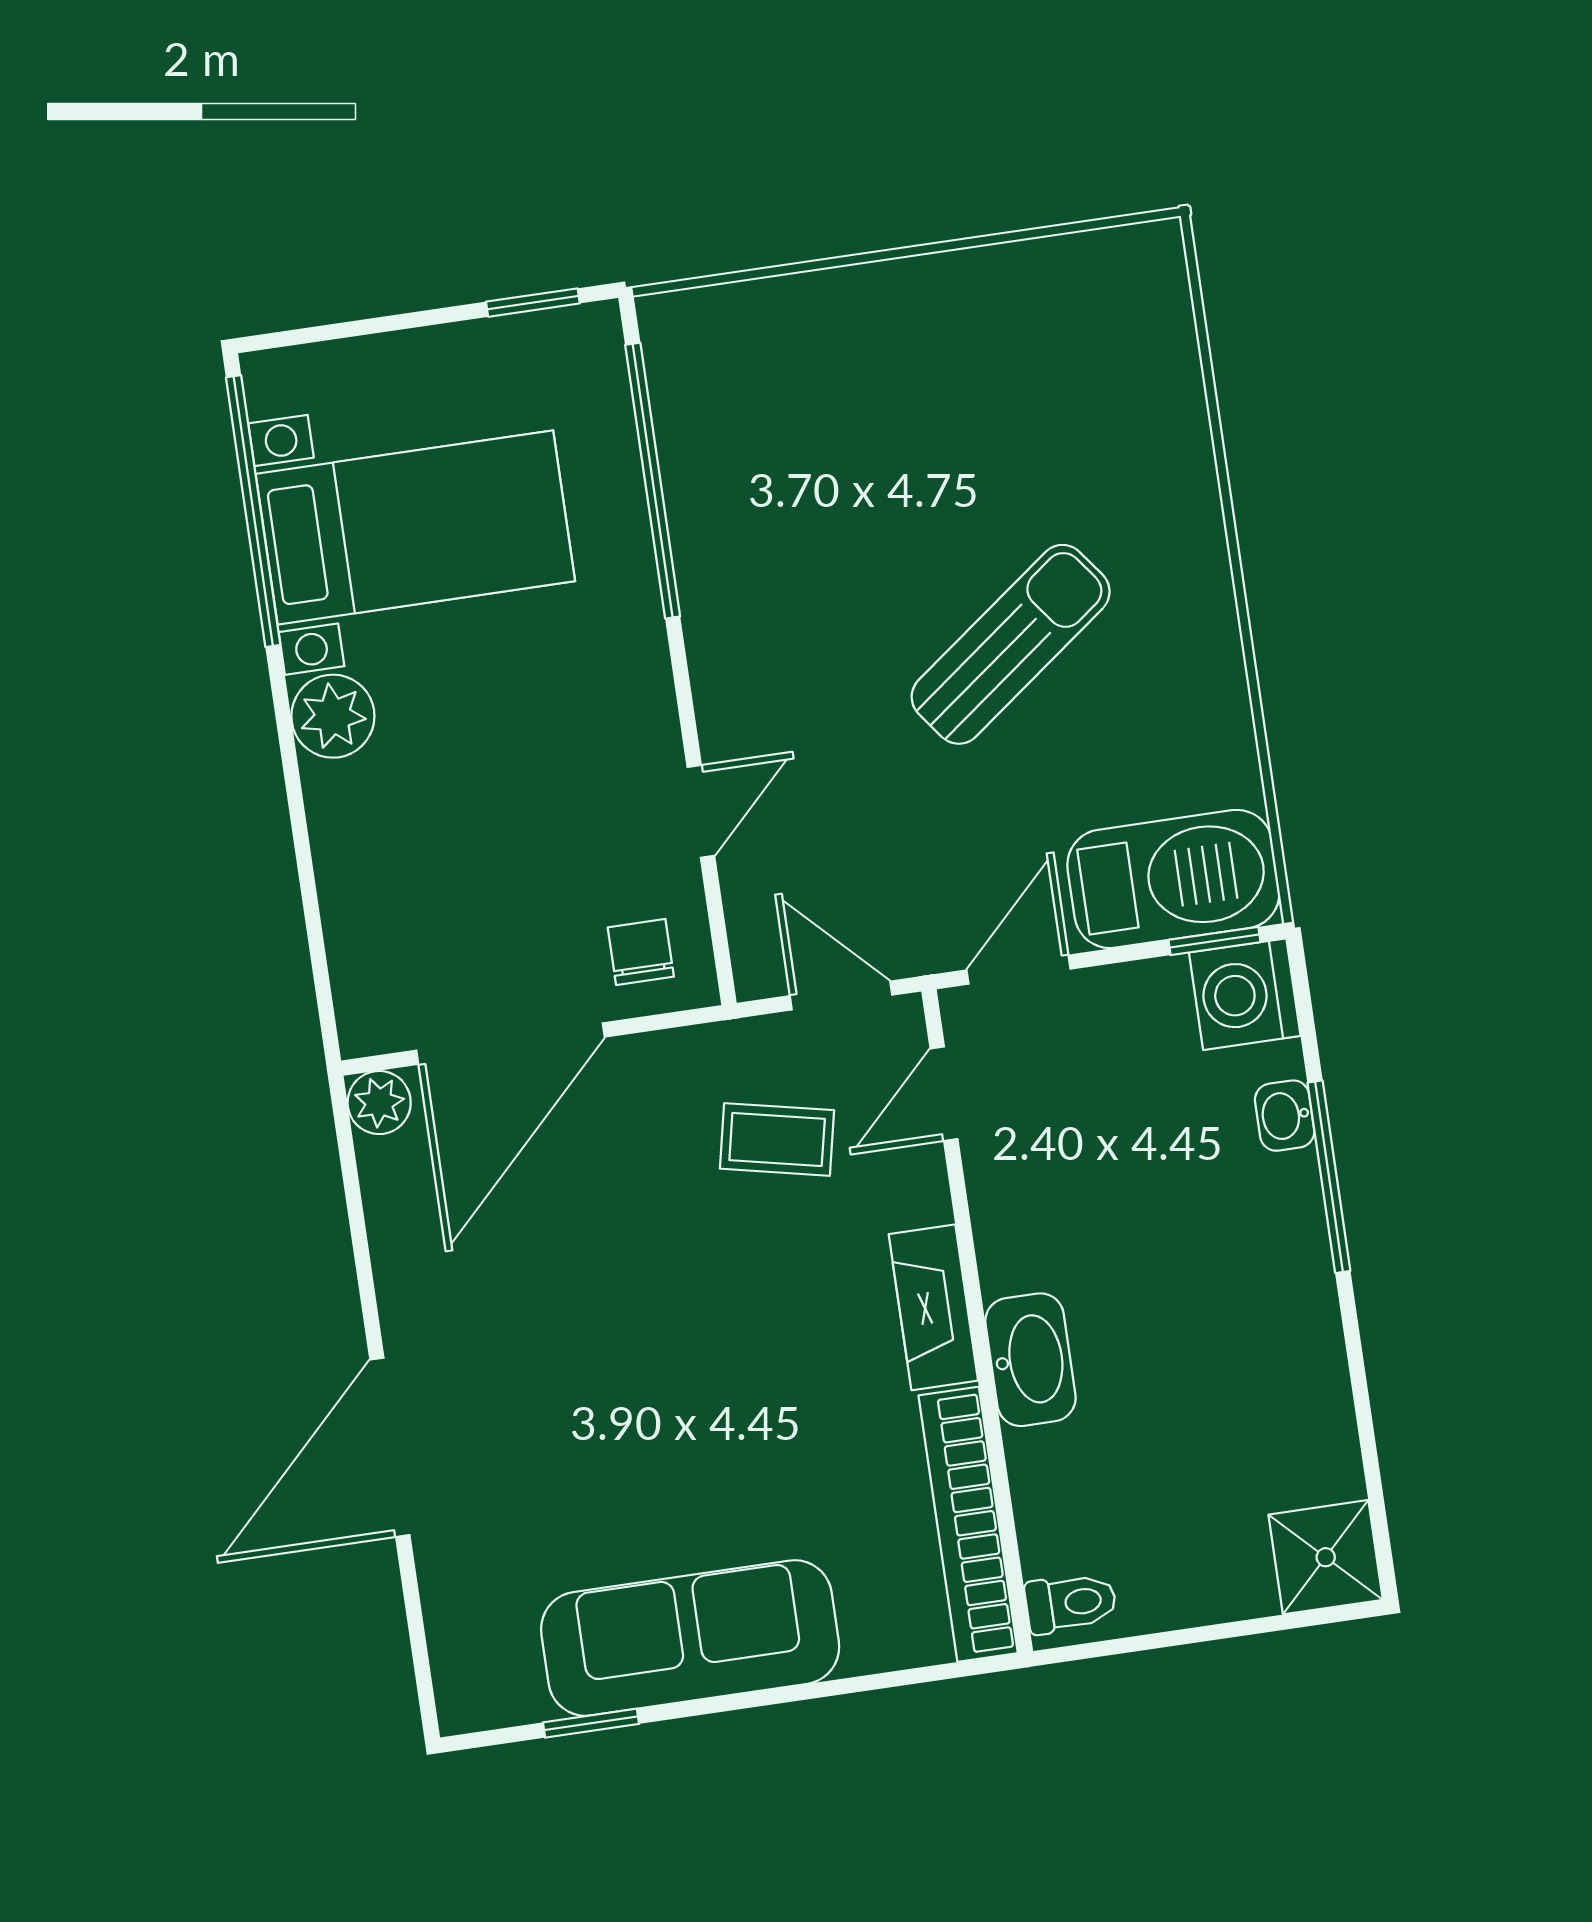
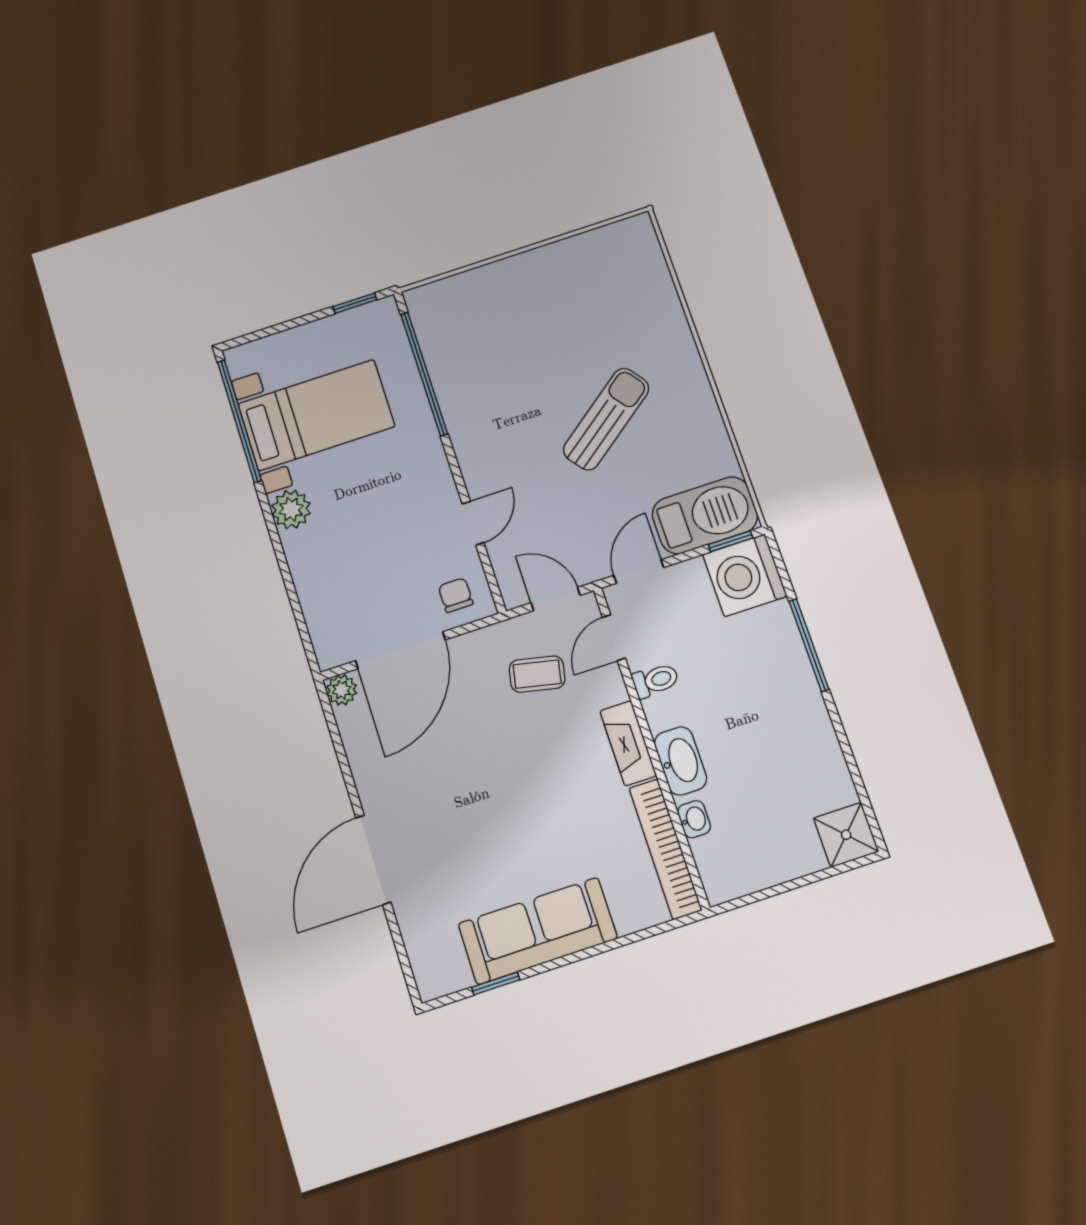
washing machine: (1245, 994) -> (745, 575), width x1.37, depth x1.37
washbasin: (1285, 1116) -> (694, 819), moved, turned 180
toilet: (1071, 1603) -> (656, 680), moved

